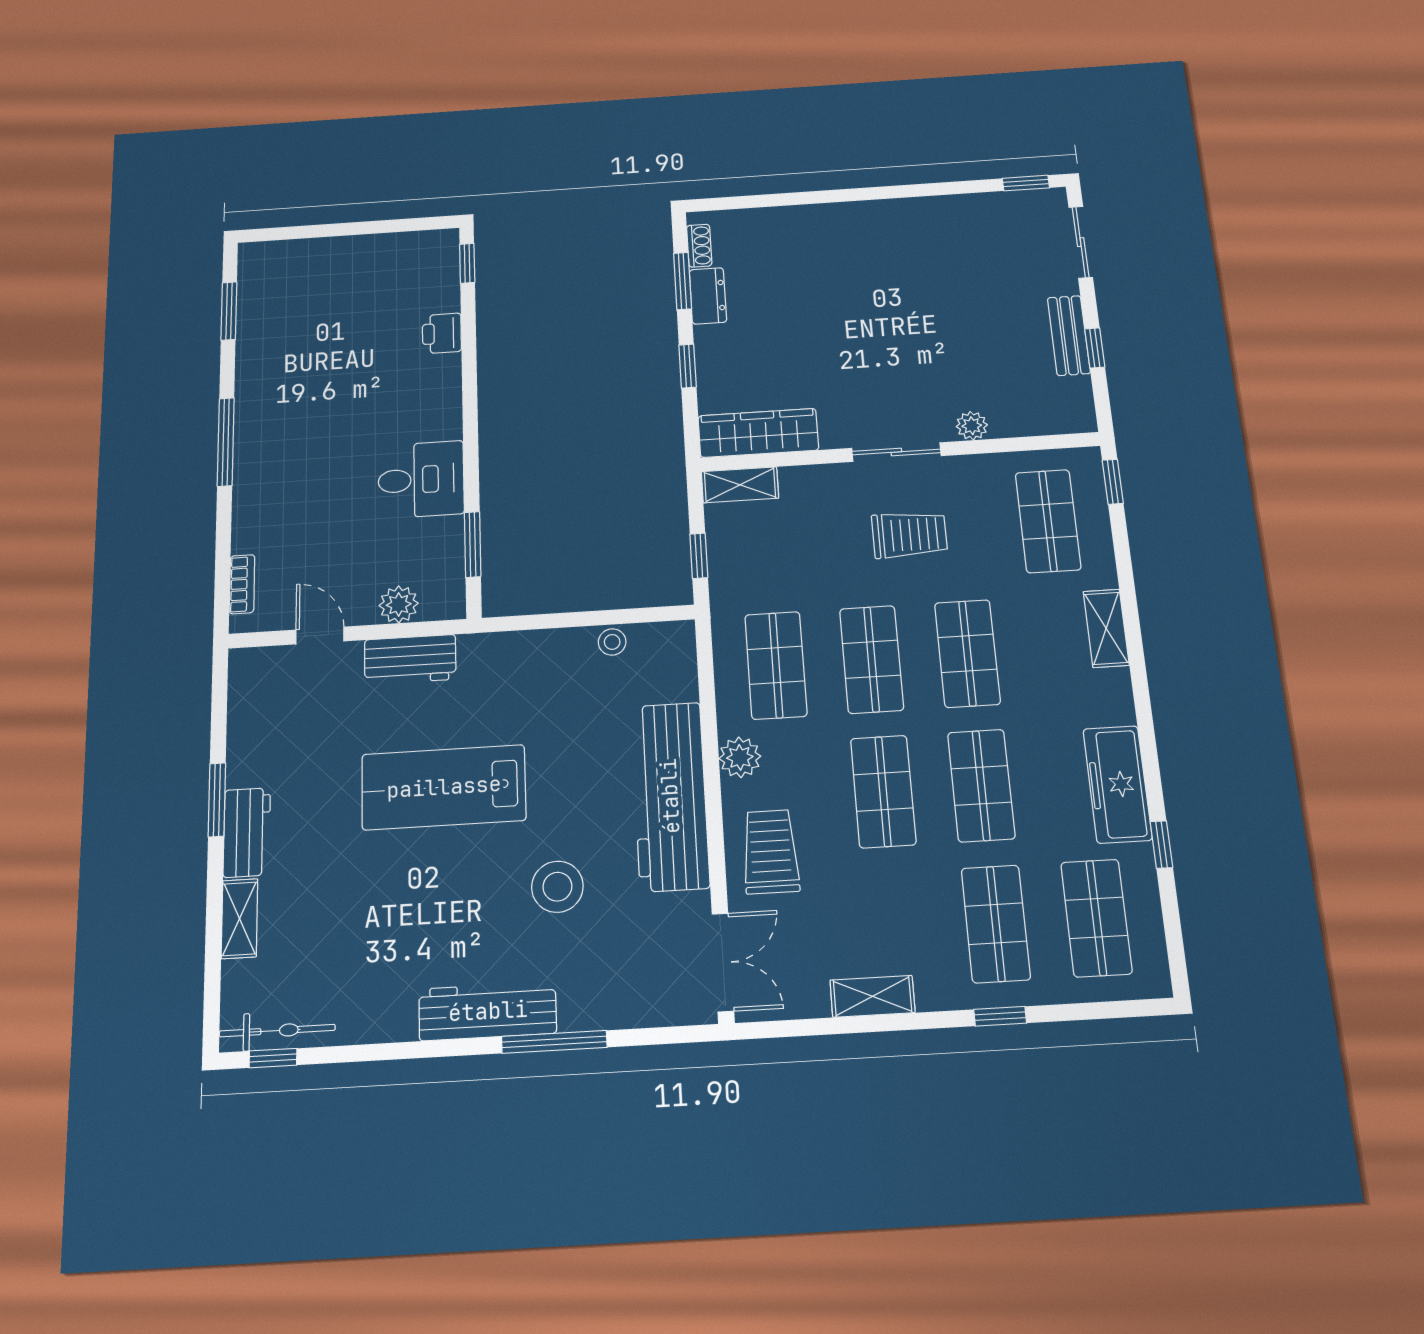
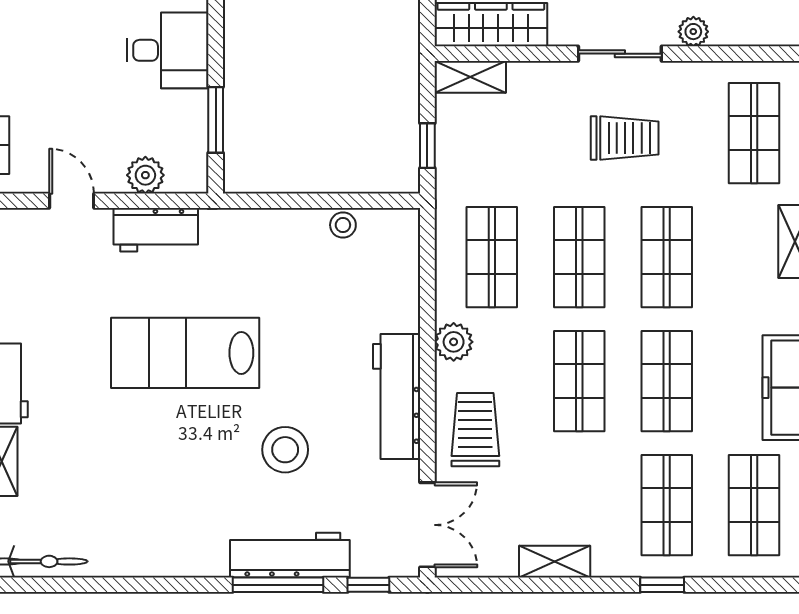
workbench: (670, 796) -> (397, 397), width x0.73, depth x0.76
workbench: (488, 1011) -> (290, 555), moved
window: (273, 1058) -> (368, 585), moved

